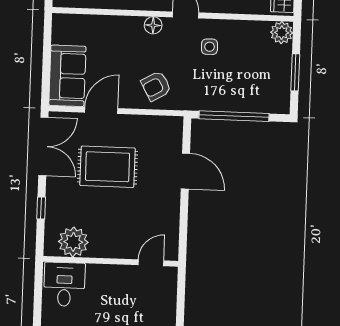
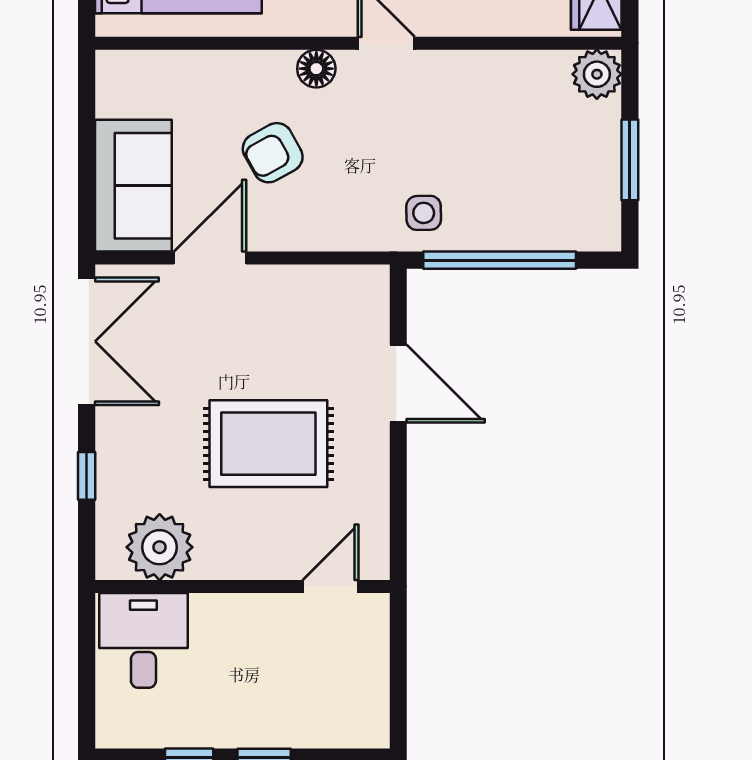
side table: (209, 47) -> (424, 213), moved
armchair: (156, 86) -> (273, 153), moved
rug: (108, 167) -> (268, 444), moved

